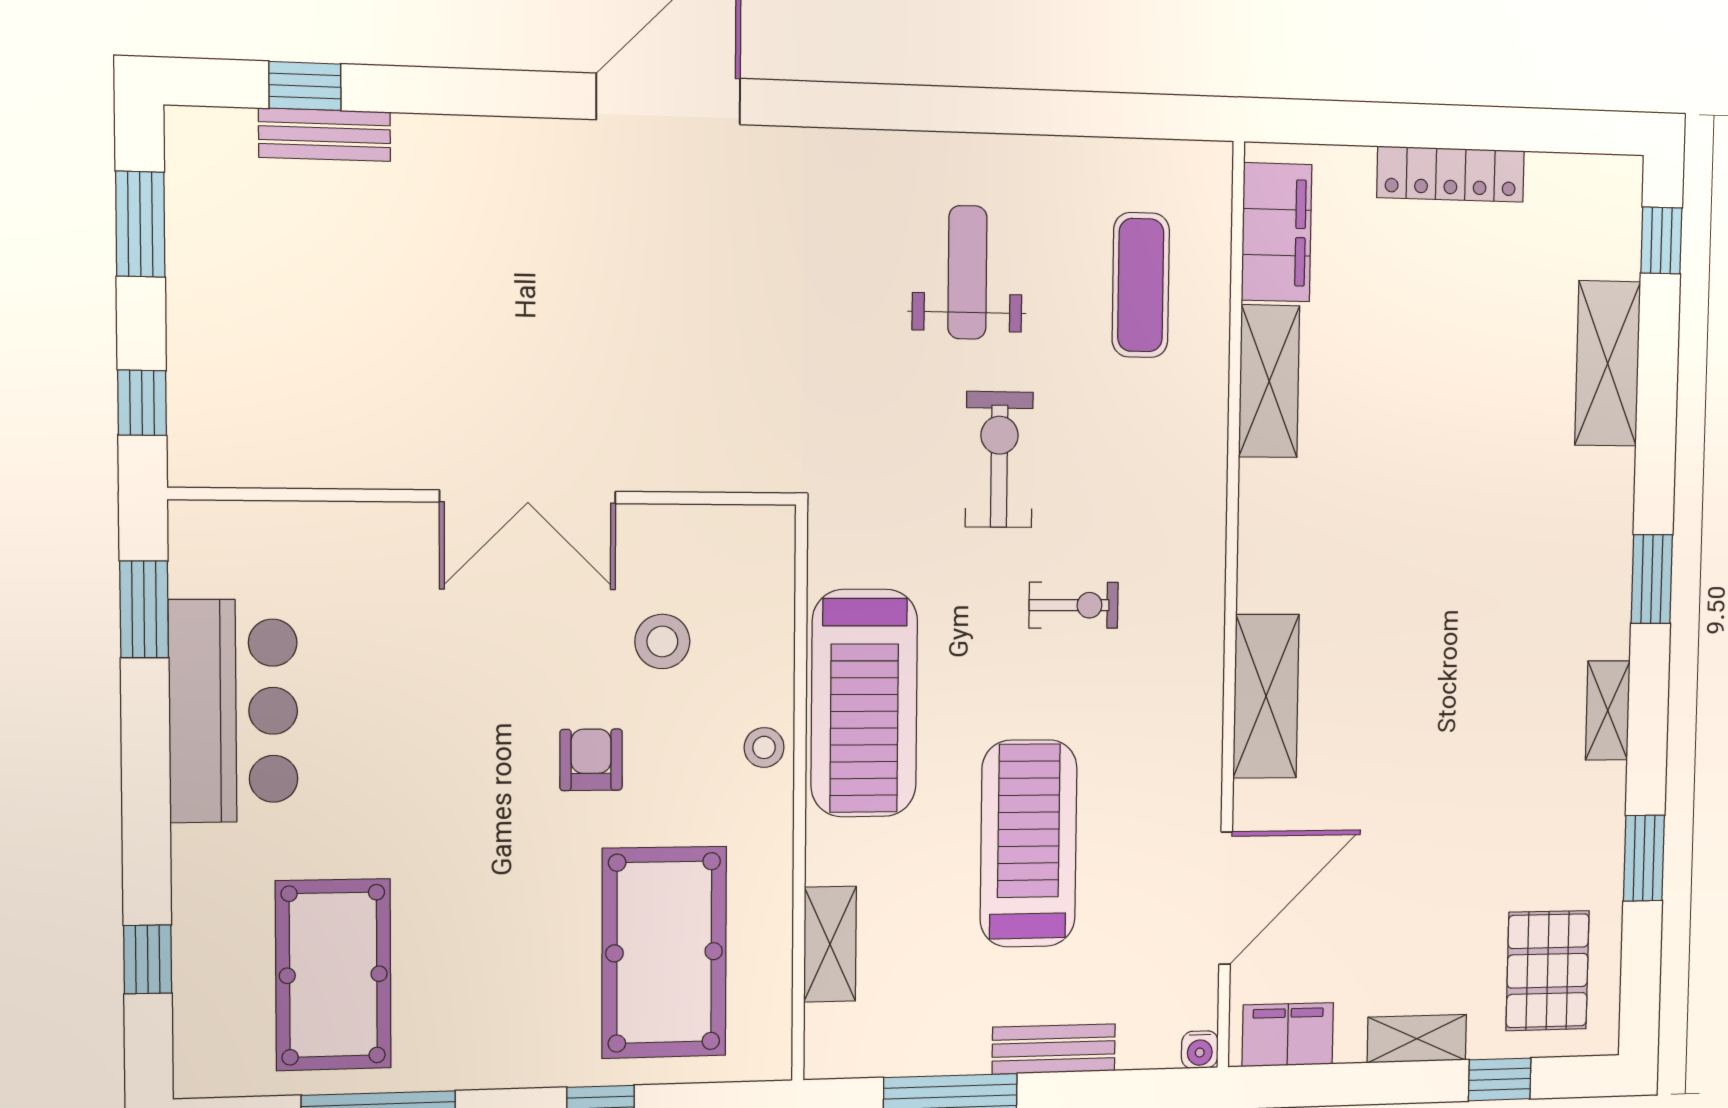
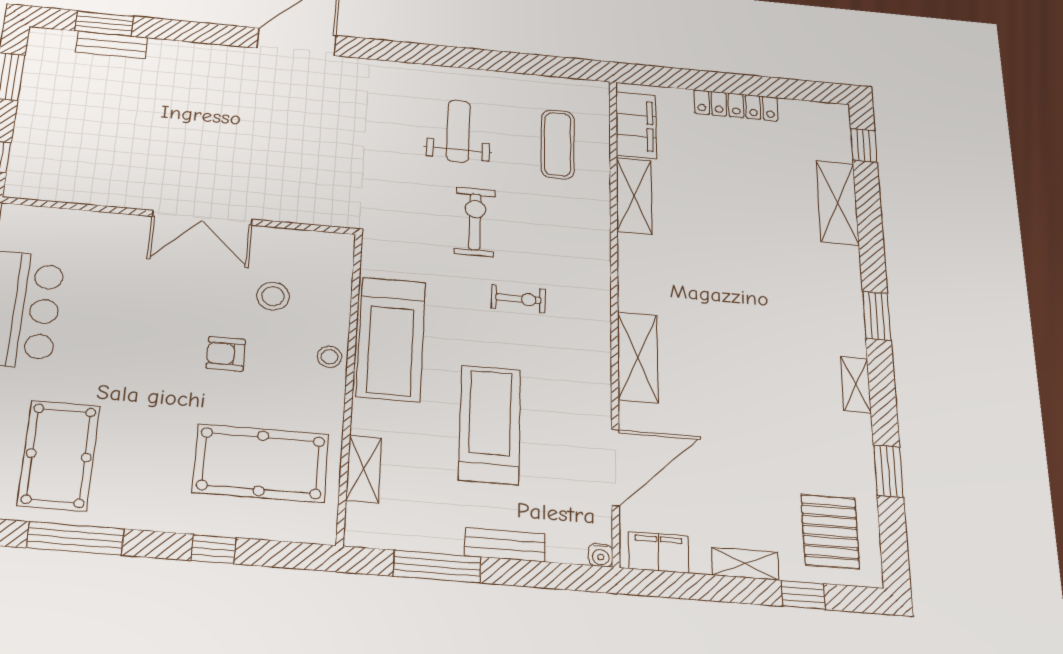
window: (305, 86) -> (104, 23), width x1.50
armchair: (591, 760) -> (226, 354), turned -90
pool table: (664, 952) -> (261, 463), turned 90

